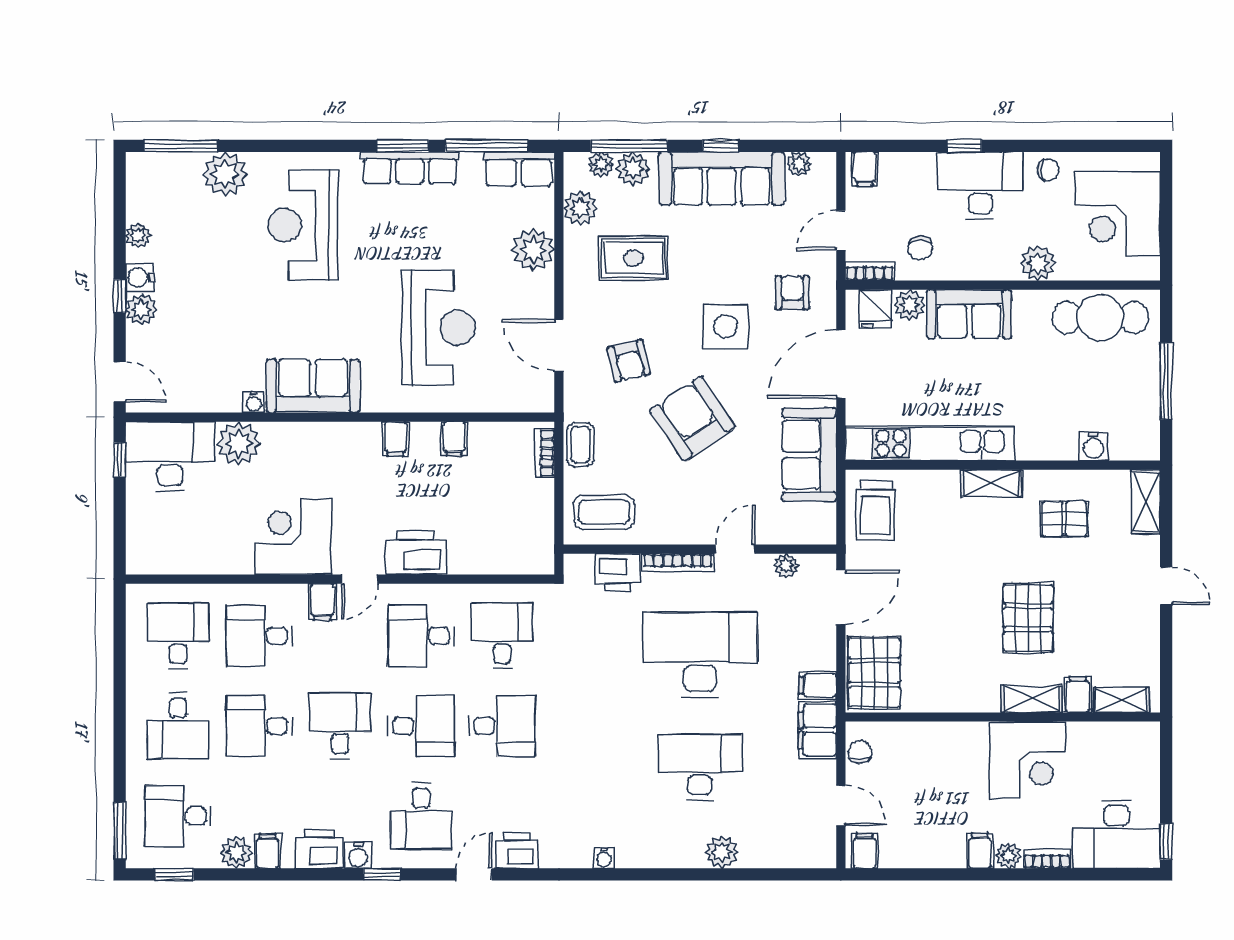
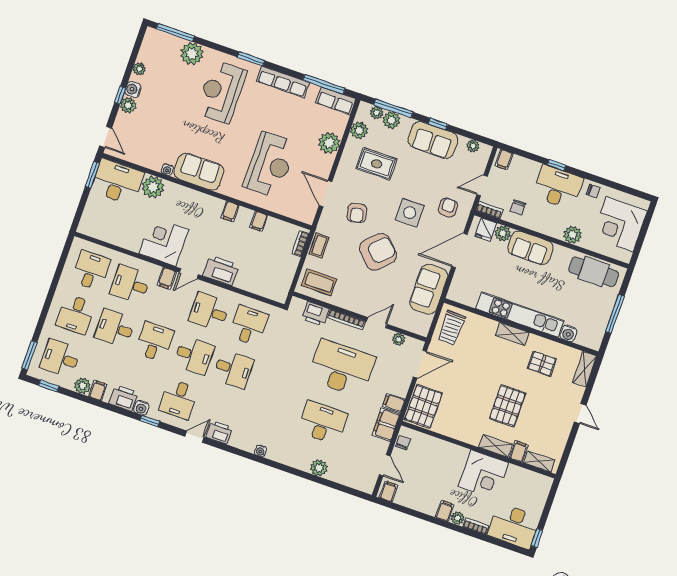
window: (403, 146) -> (251, 59), moved
sofa: (722, 178) -> (433, 140), width x0.73
armchair: (692, 419) -> (378, 252), turned 79
kitchen unit: (930, 443) -> (520, 315), moved
window: (120, 460) -> (92, 175), width x1.50

